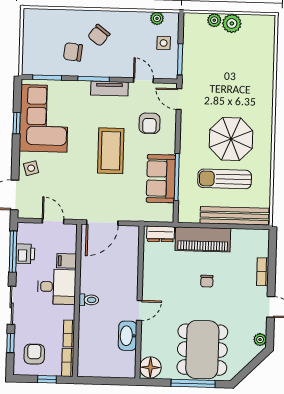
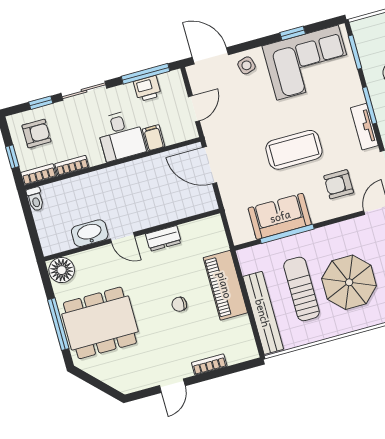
dresser: (161, 234) -> (163, 238), moved, turned -90
toilet: (89, 300) -> (35, 199), moved
plant: (260, 340) -> (131, 385), removed

